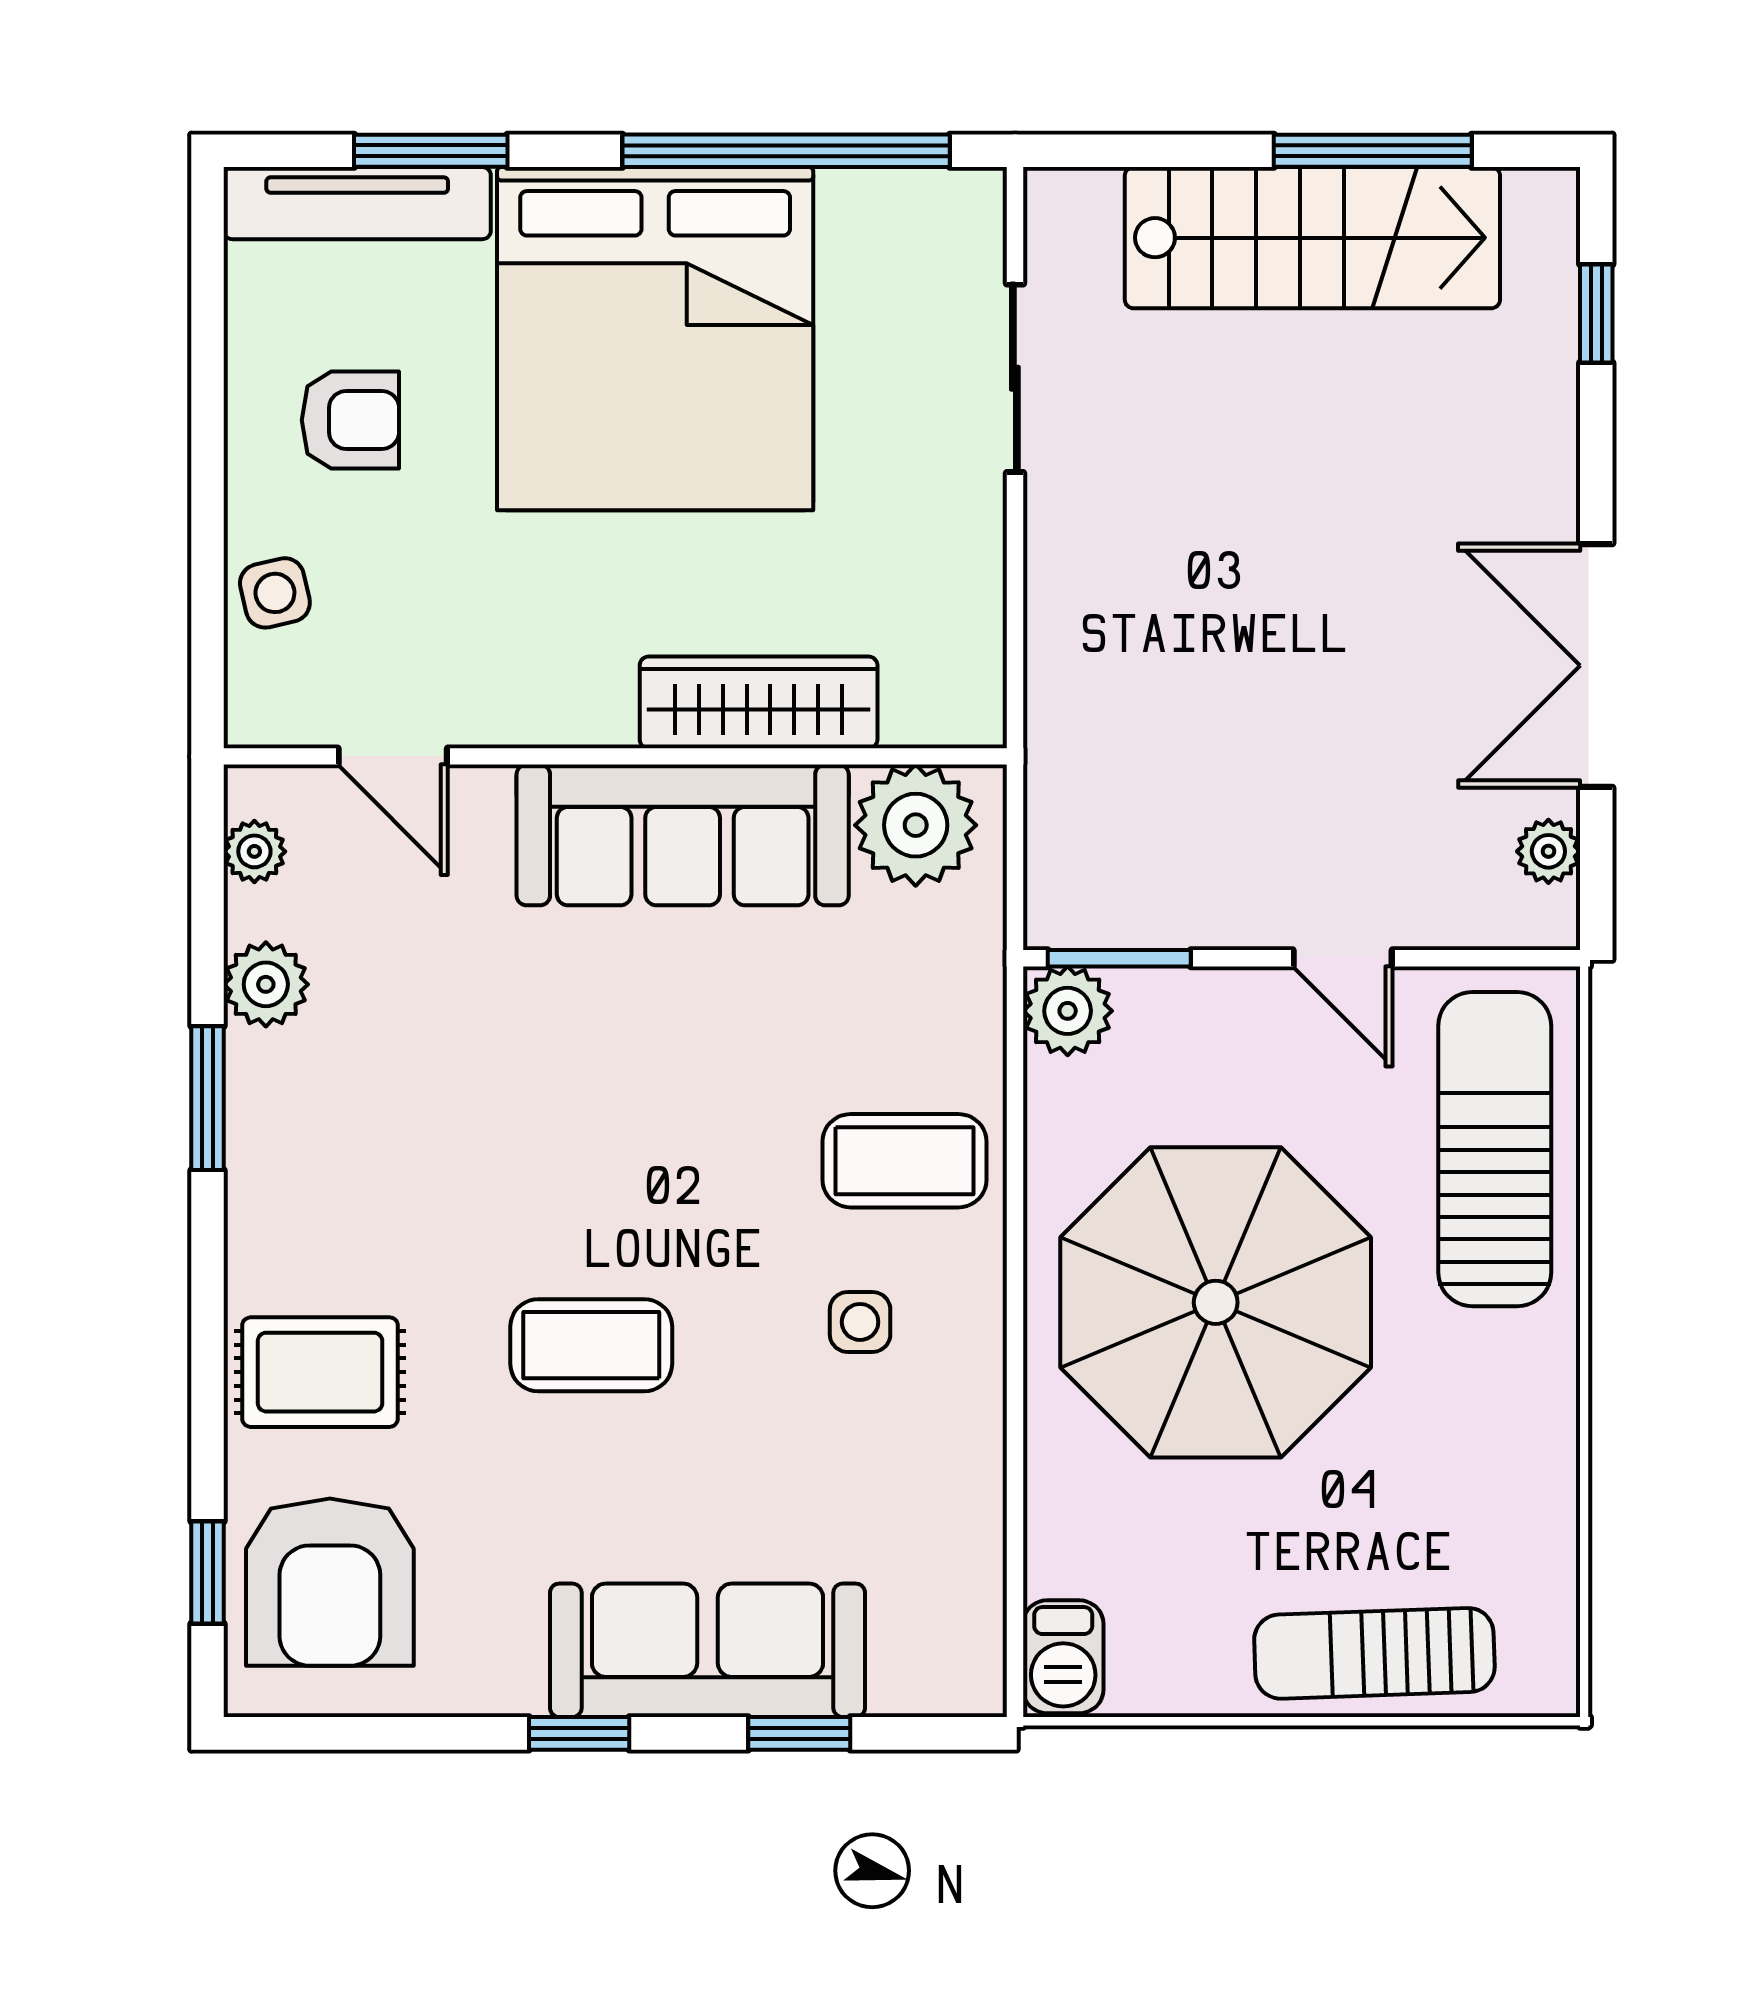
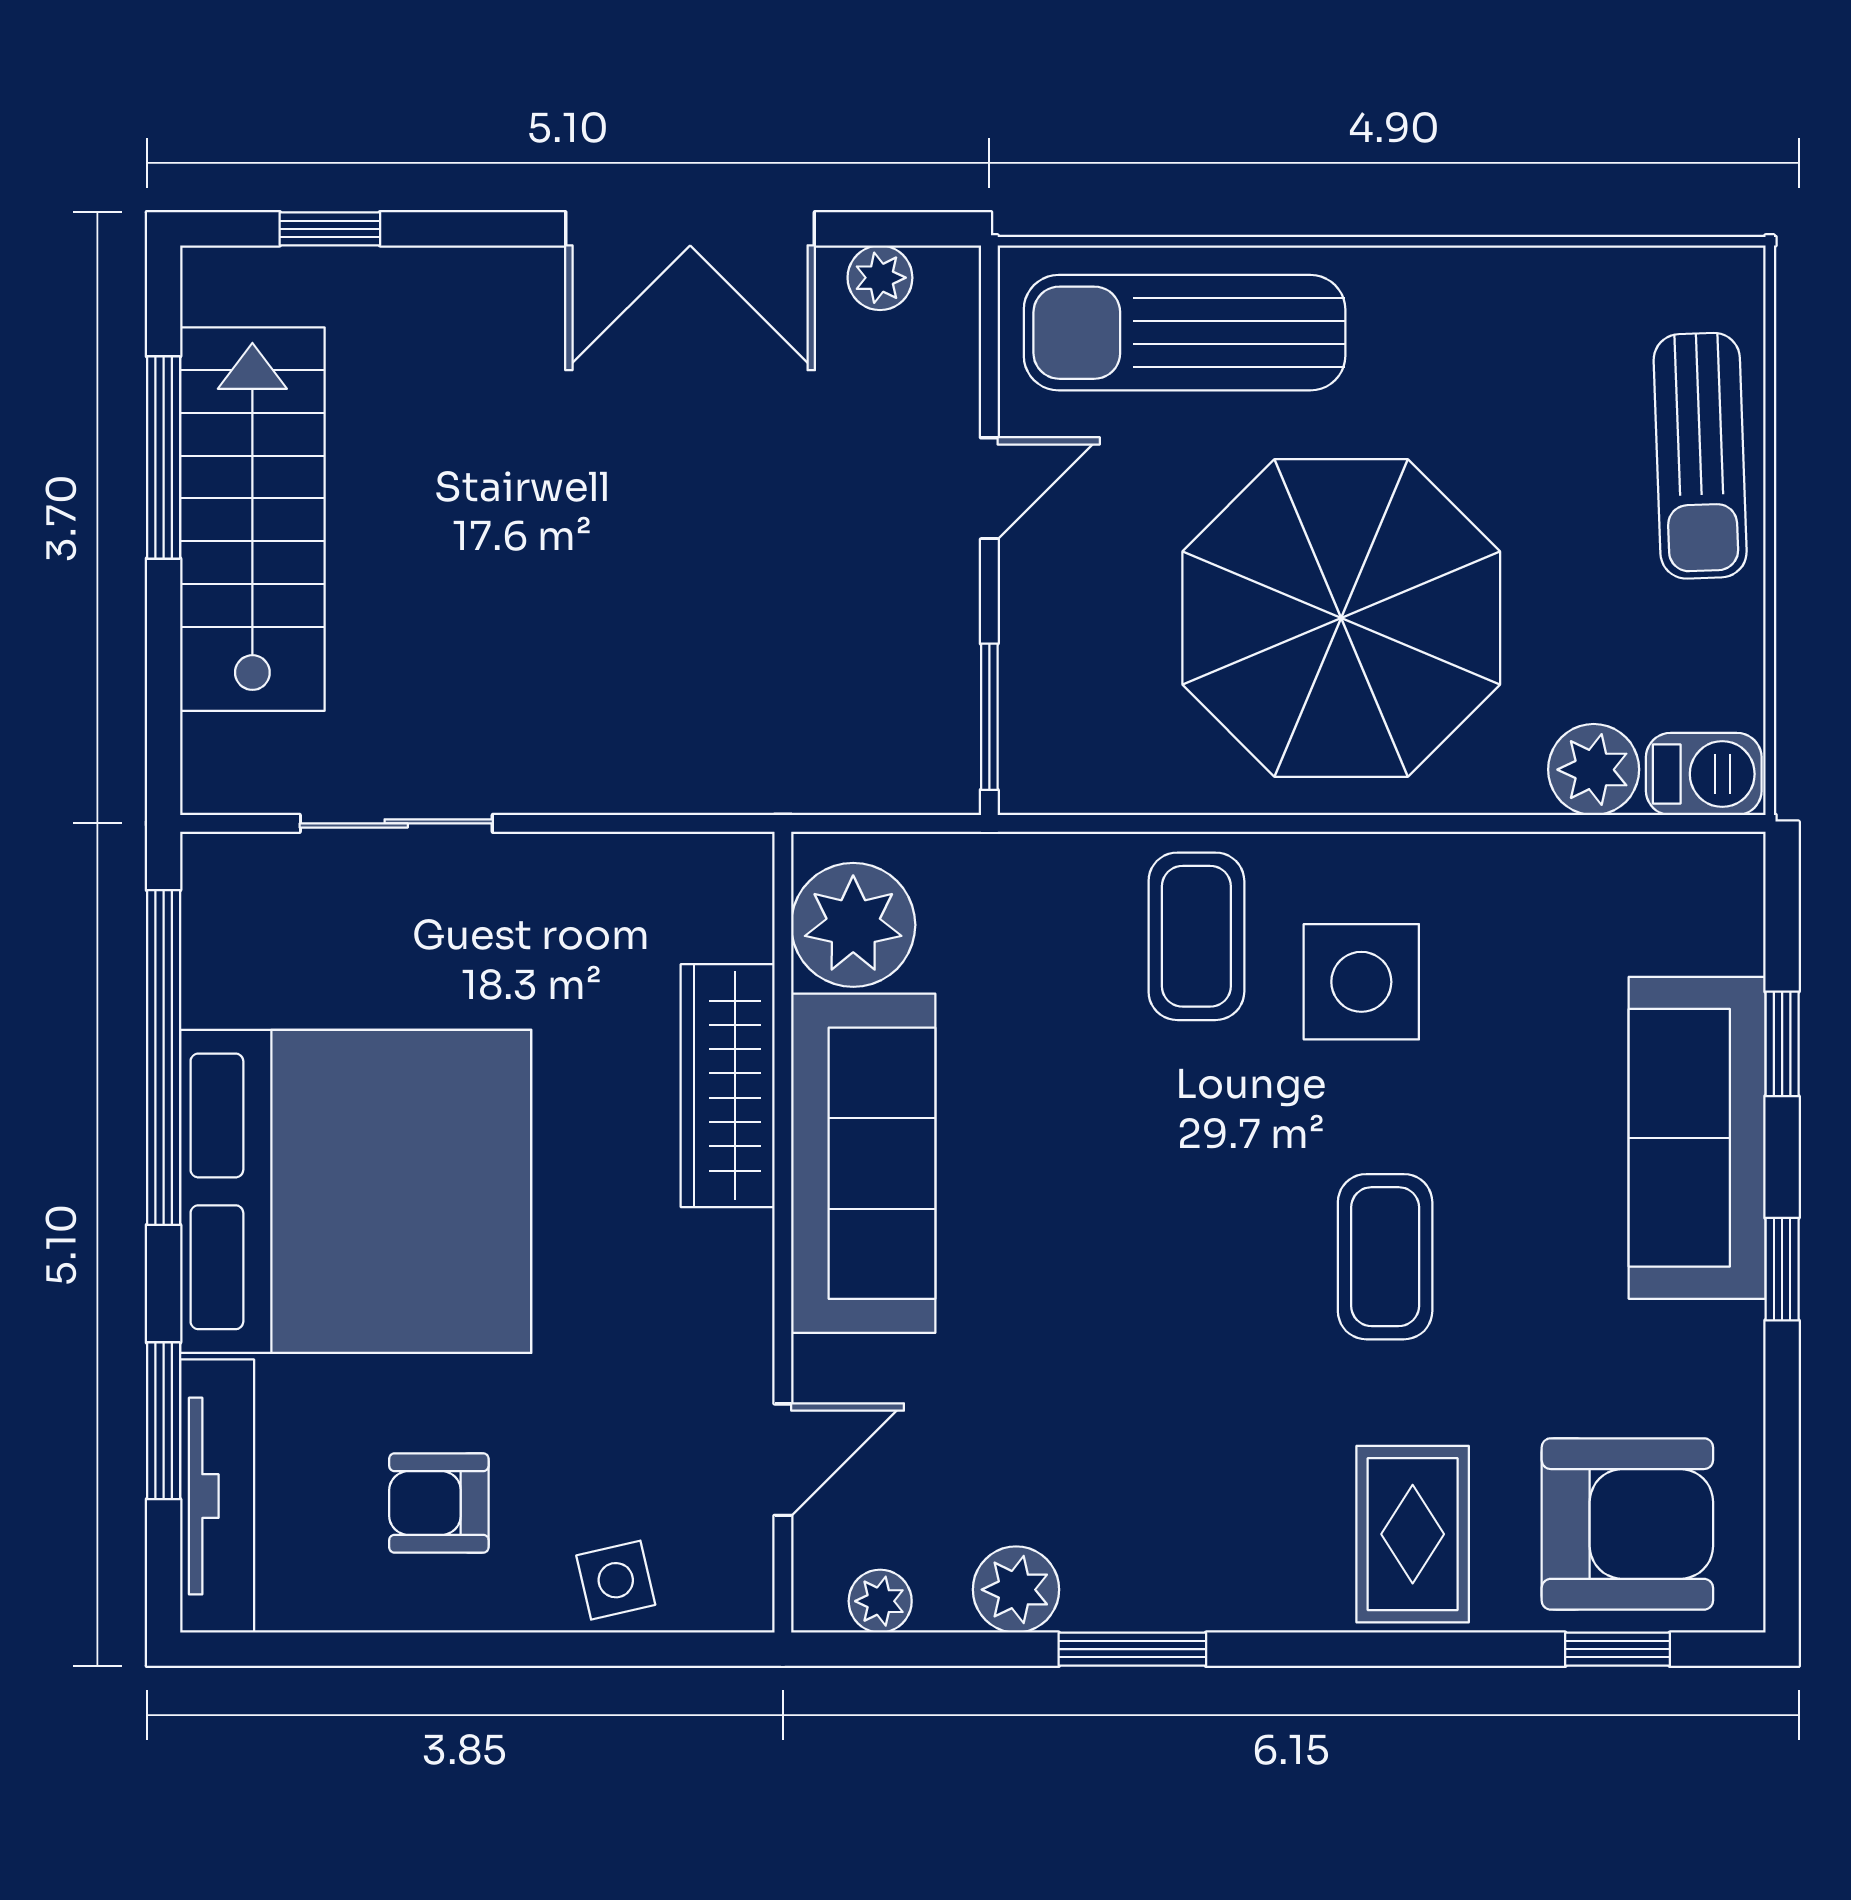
armchair: (350, 420) -> (439, 1503), turned -90
plant: (1068, 1011) -> (1594, 770), moved
side table: (860, 1322) -> (1361, 982), width x1.87, depth x1.87

